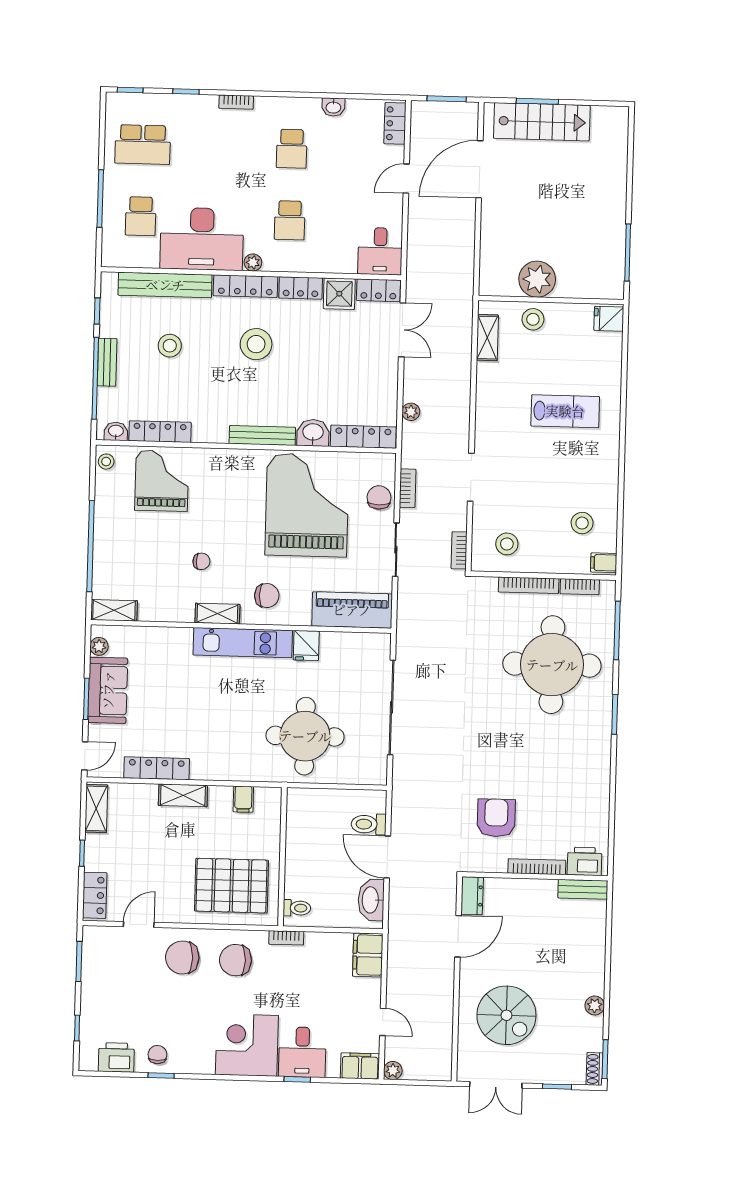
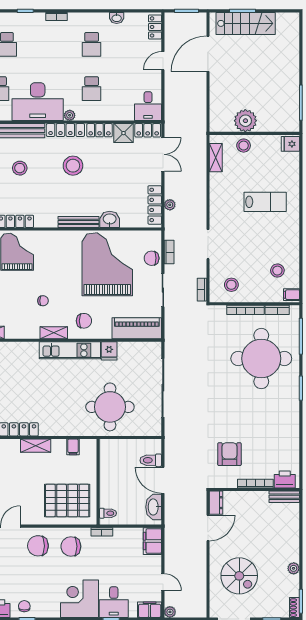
locker: (363, 437) -> (155, 205), moved, turned -90
chair: (379, 497) -> (152, 258), turned -90

